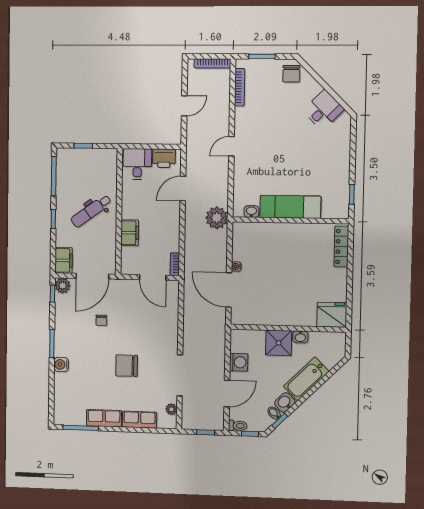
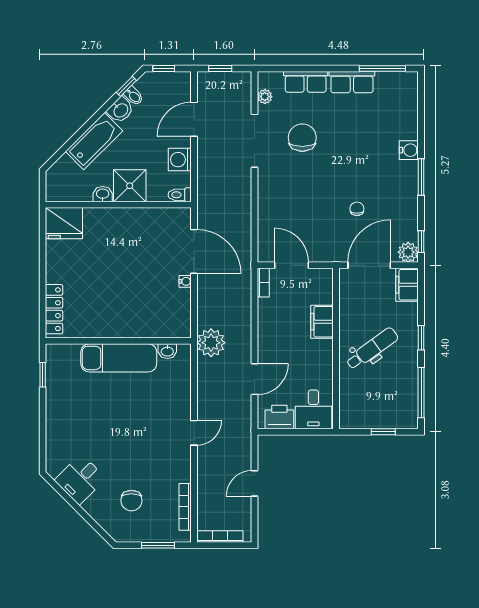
chair: (291, 74) -> (131, 501), moved, turned 180
chair: (127, 366) -> (302, 138), moved, turned -90
toilet: (238, 426) -> (180, 195), moved

